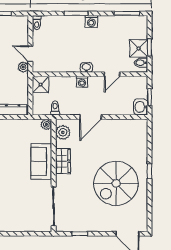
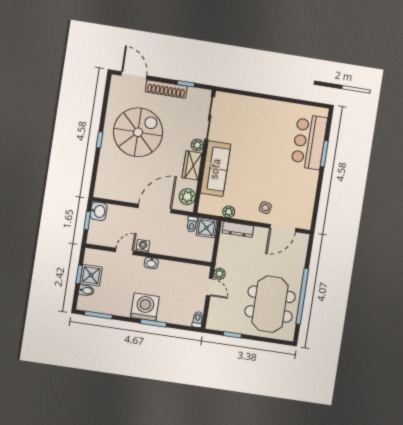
washing machine: (91, 21) -> (145, 307), width x1.89, depth x1.89
bidet: (141, 63) -> (86, 291), moved
washing machine: (82, 82) -> (143, 246), moved
shower: (41, 85) -> (206, 228), moved
door: (91, 117) -> (155, 209), width x1.36
plant: (46, 124) -> (229, 212), moved
sofa: (41, 161) -> (215, 169), width x1.36
plant: (61, 180) -> (197, 145), added
shoe rack: (97, 226) -> (166, 89), added

